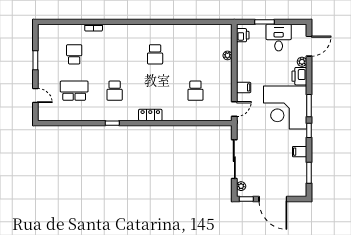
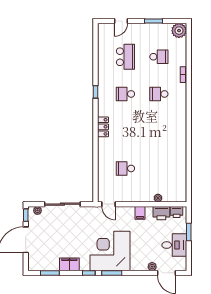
plant: (46, 33) -> (179, 31), added
school desk: (155, 54) -> (159, 94), moved
printer: (299, 76) -> (161, 213), moved, turned 180
filing cabinet: (244, 87) -> (140, 213), moved
filing cabinet: (300, 152) -> (69, 264), width x2.00

